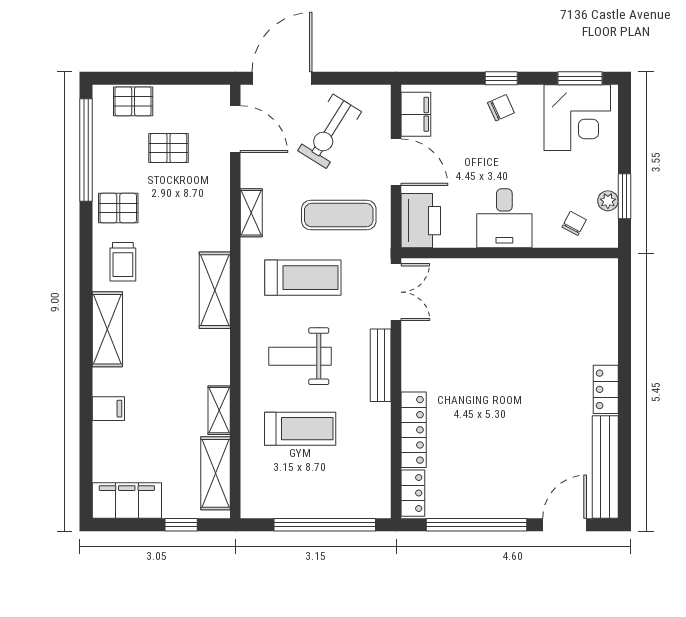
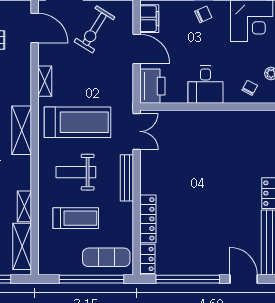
exercise mat: (339, 215) -> (106, 257), moved
treadmill: (303, 278) -> (78, 122), width x1.37, depth x1.37
door: (565, 525) -> (244, 279), hinge flipped

